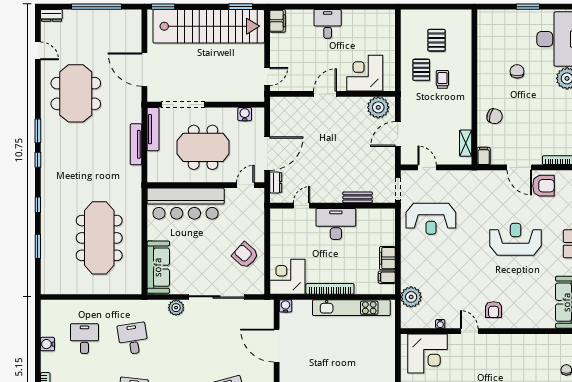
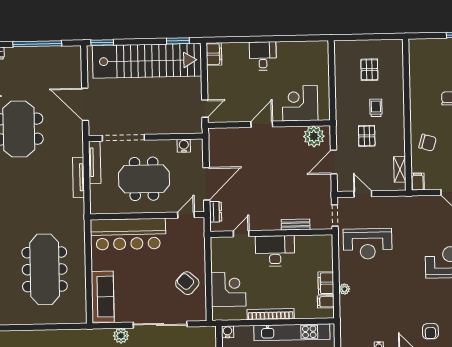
pallet: (421, 70) -> (367, 136), moved
corner desk: (287, 277) -> (228, 289), moved, turned 90
plant: (411, 297) -> (344, 289), moved, width x0.53, depth x0.53

